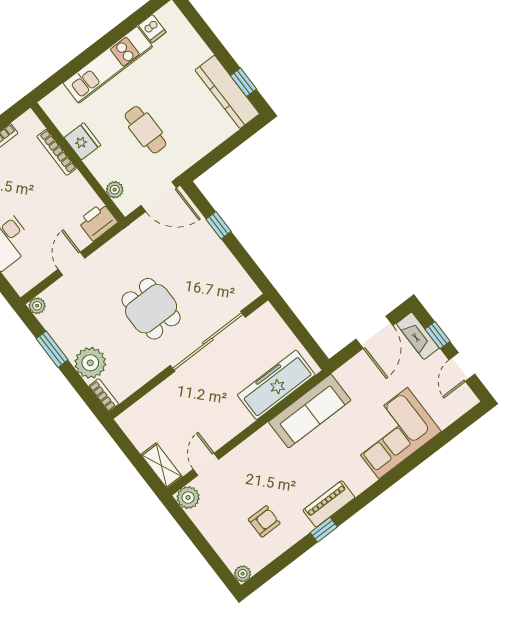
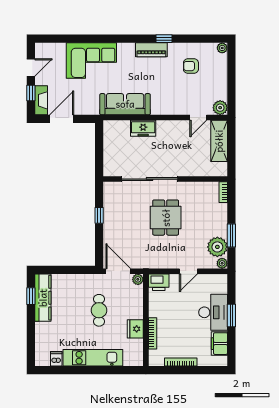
plant: (115, 190) -> (138, 279), moved
window: (218, 225) -> (99, 215), moved
plant: (90, 363) -> (217, 247), moved
freezer: (276, 385) -> (143, 128), width x0.52, depth x0.79
shelving: (162, 466) -> (219, 141), width x1.50, depth x1.33

